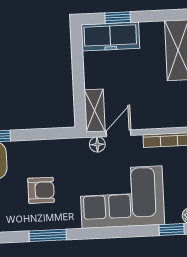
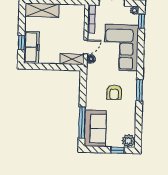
door: (118, 133) -> (86, 47), swing flipped
armchair: (41, 190) -> (114, 92), turned 180

